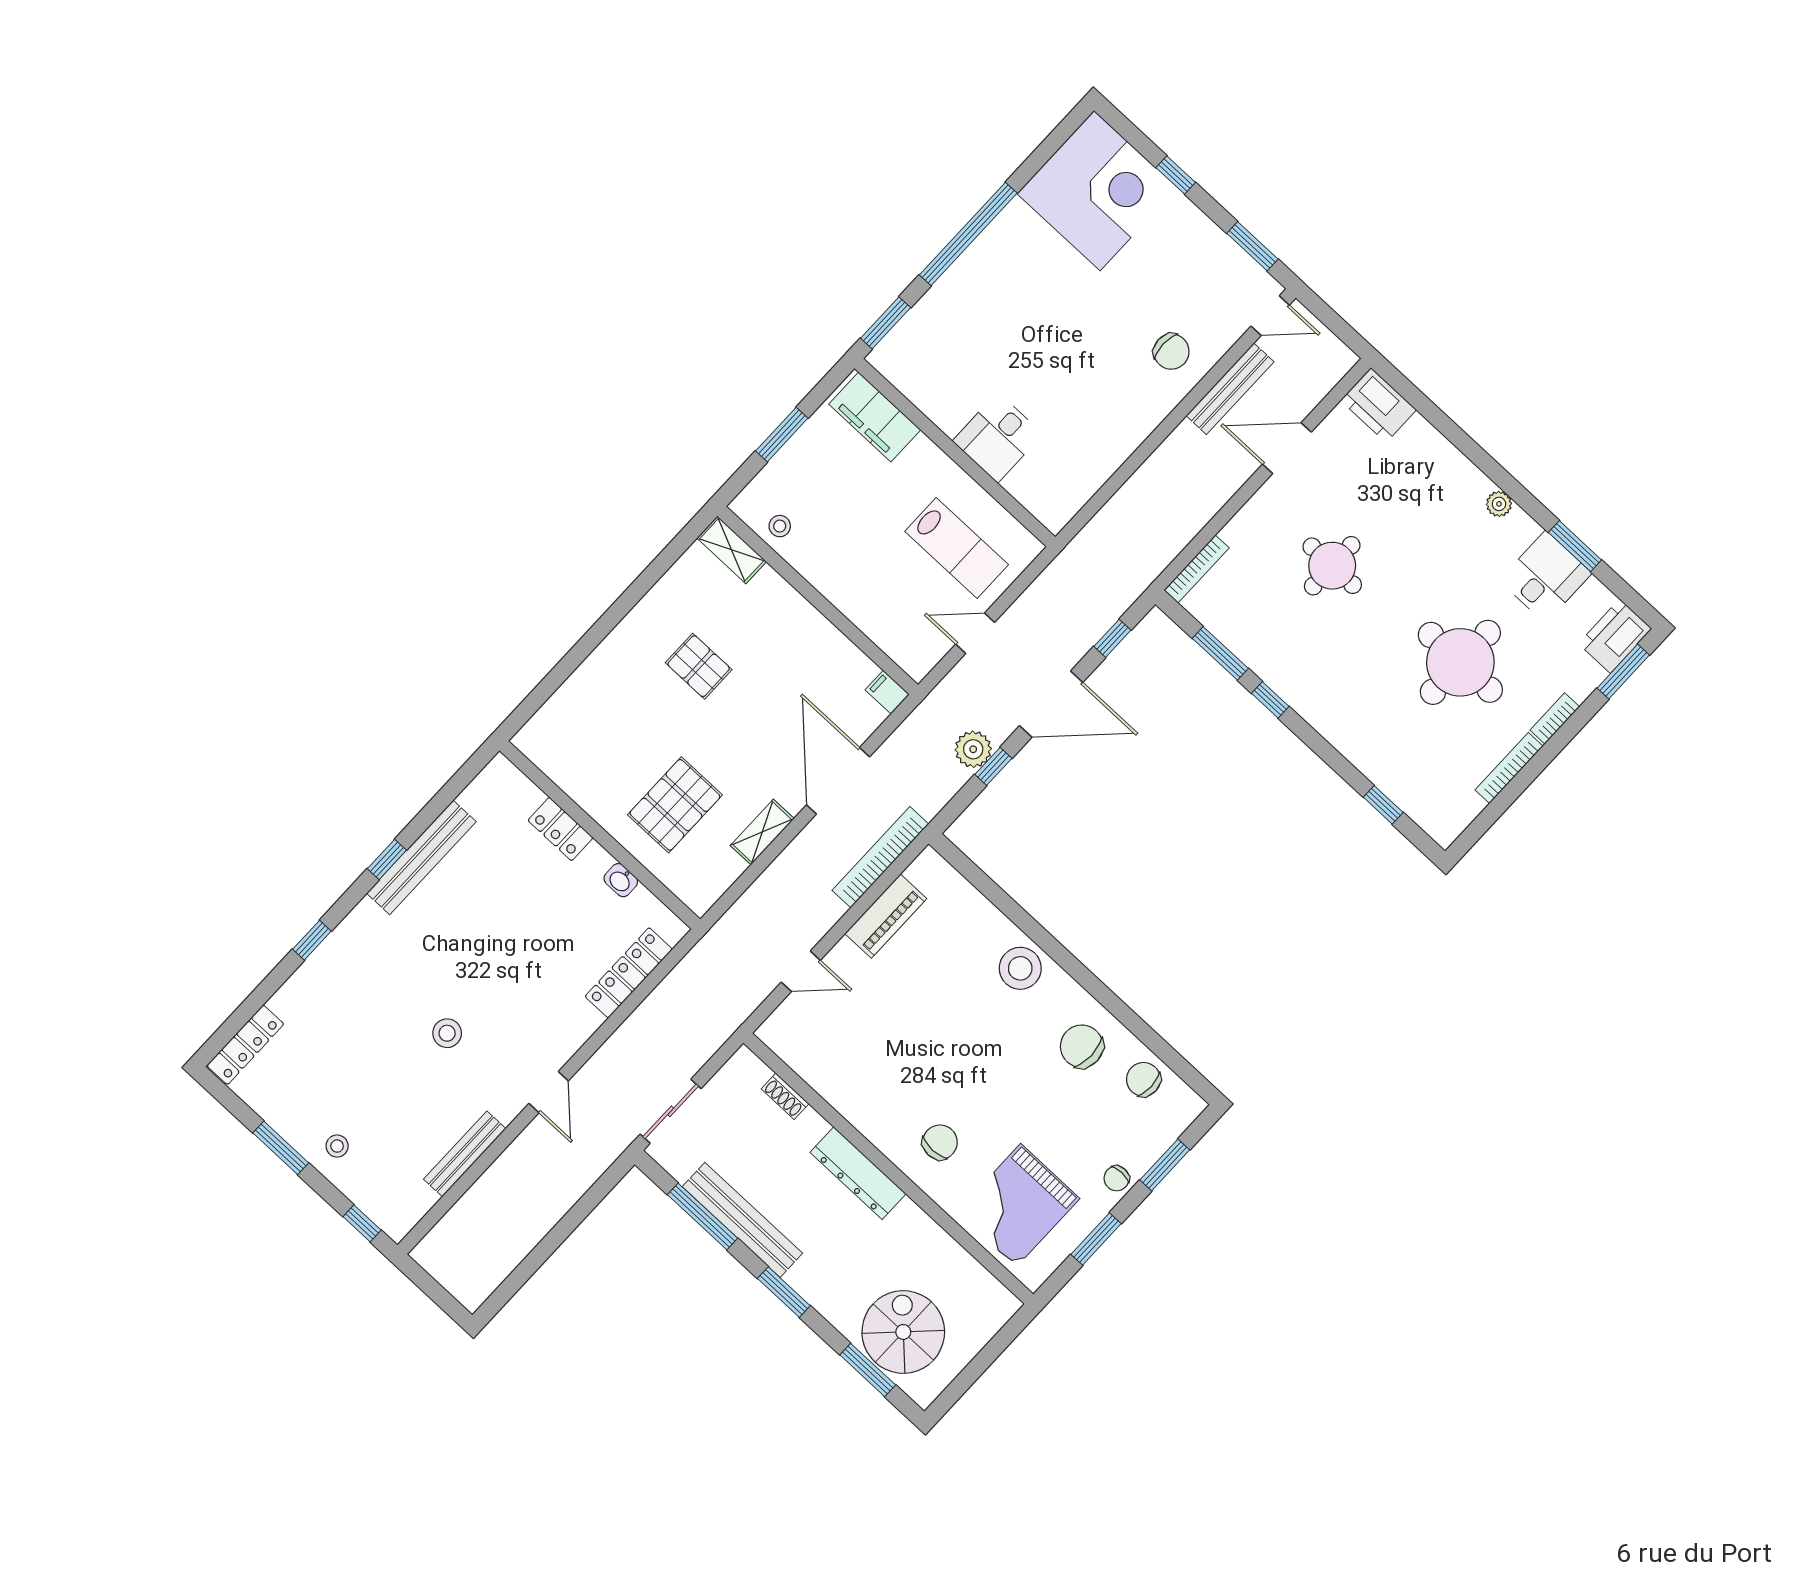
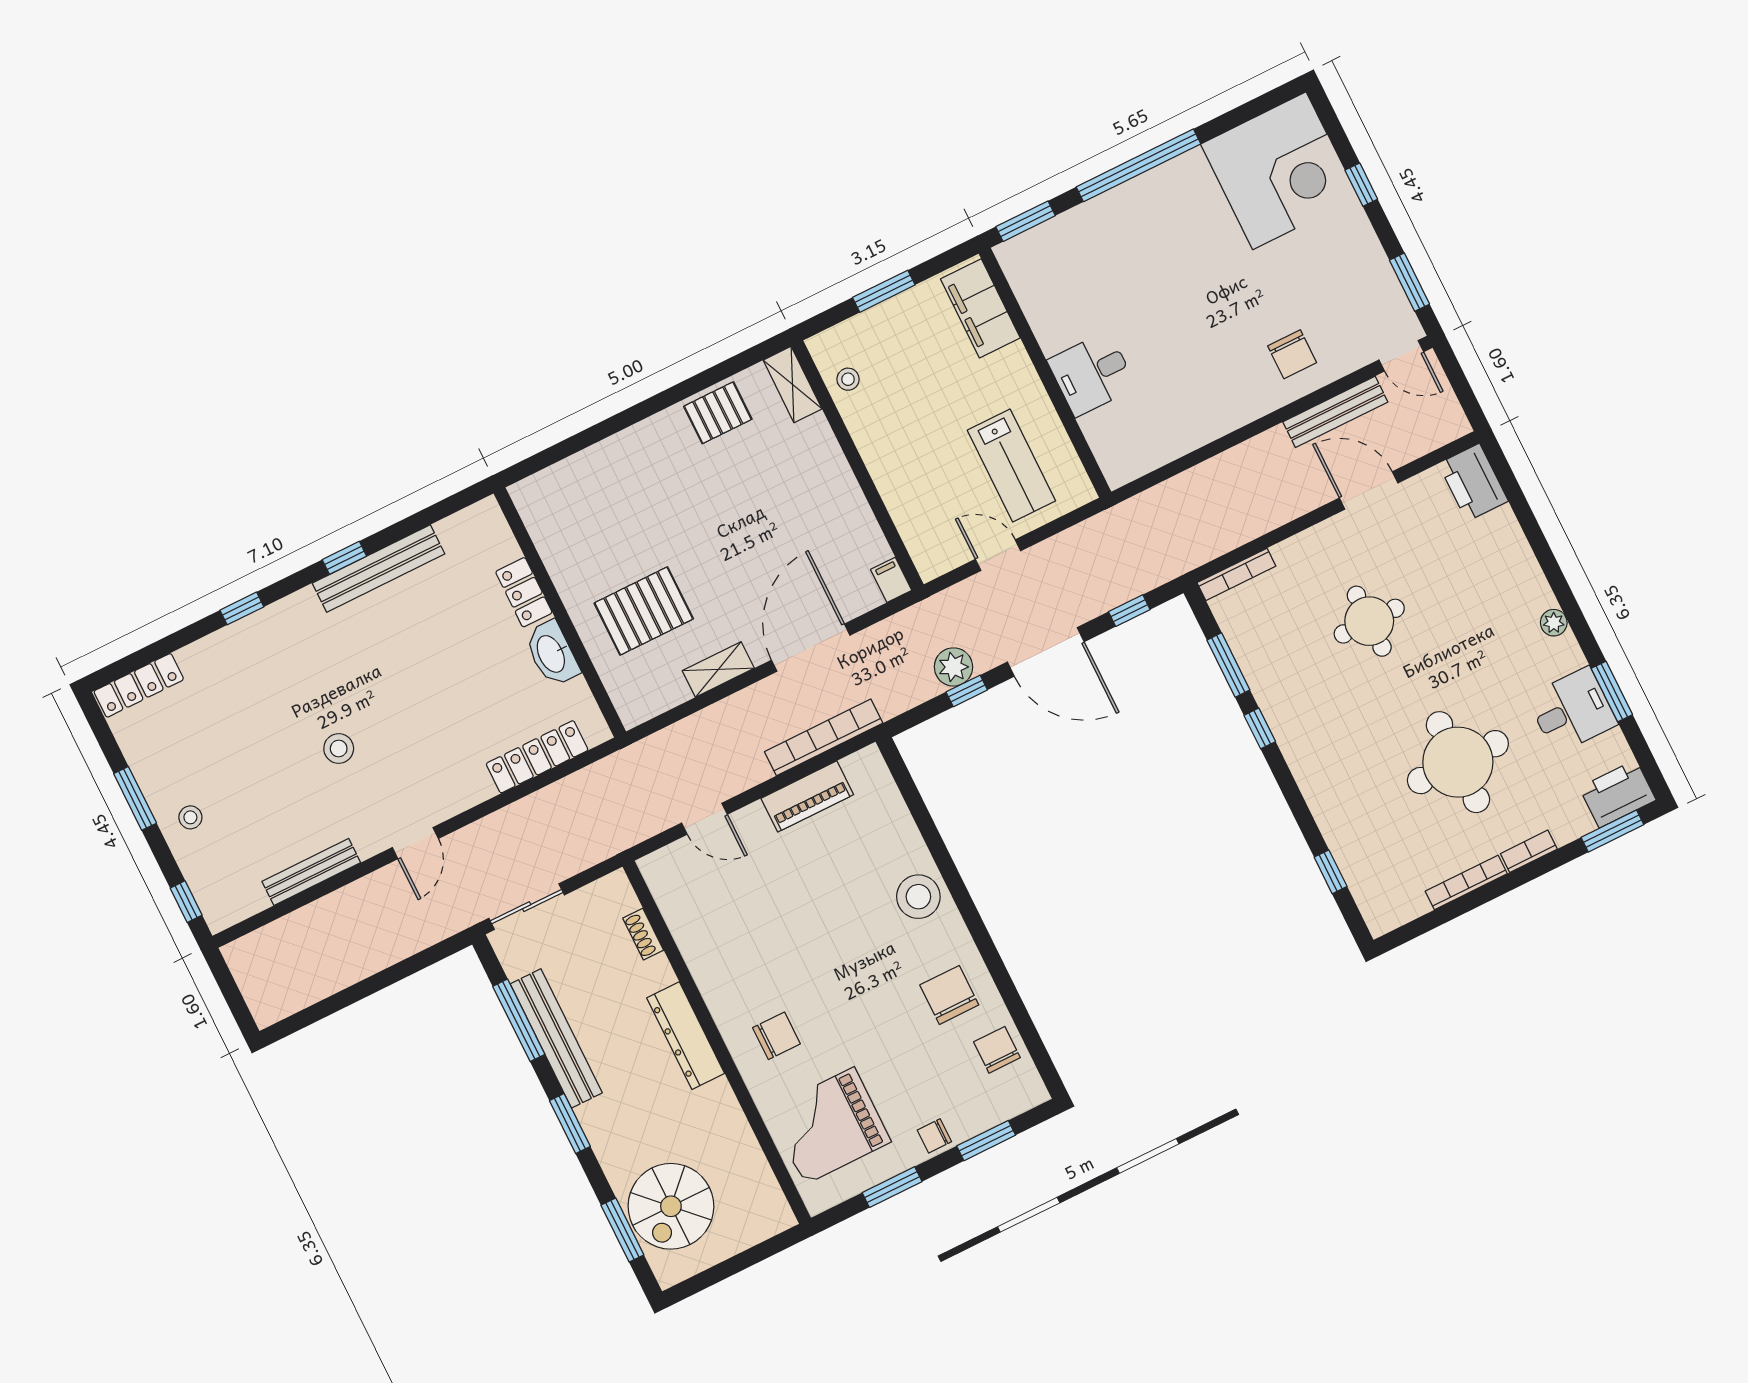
pallet: (699, 666) -> (718, 413), moved, turned 90
washbasin: (621, 880) -> (552, 653), width x1.91, depth x1.45
spiral stairs: (903, 1332) -> (671, 1206), turned 180

